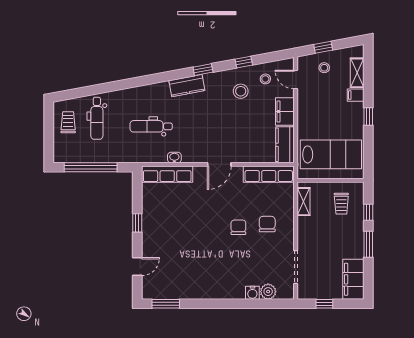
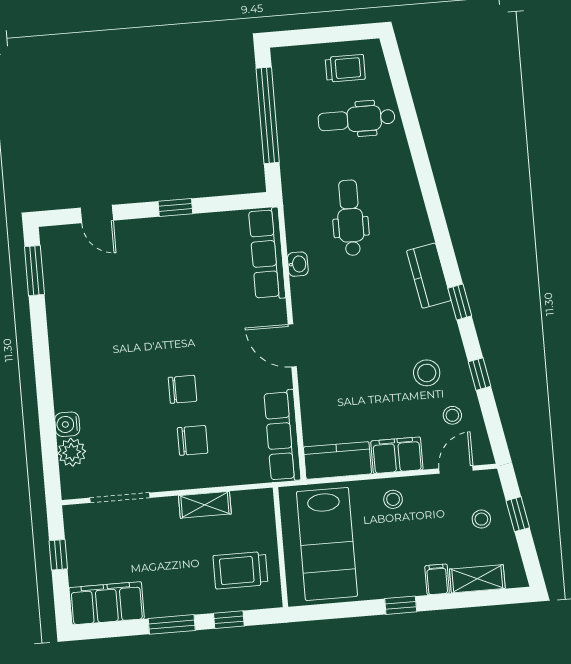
stool: (309, 116) -> (393, 499), added
shelving: (303, 202) -> (205, 505), moved
trolley: (341, 204) -> (240, 570), width x1.36, depth x1.39

